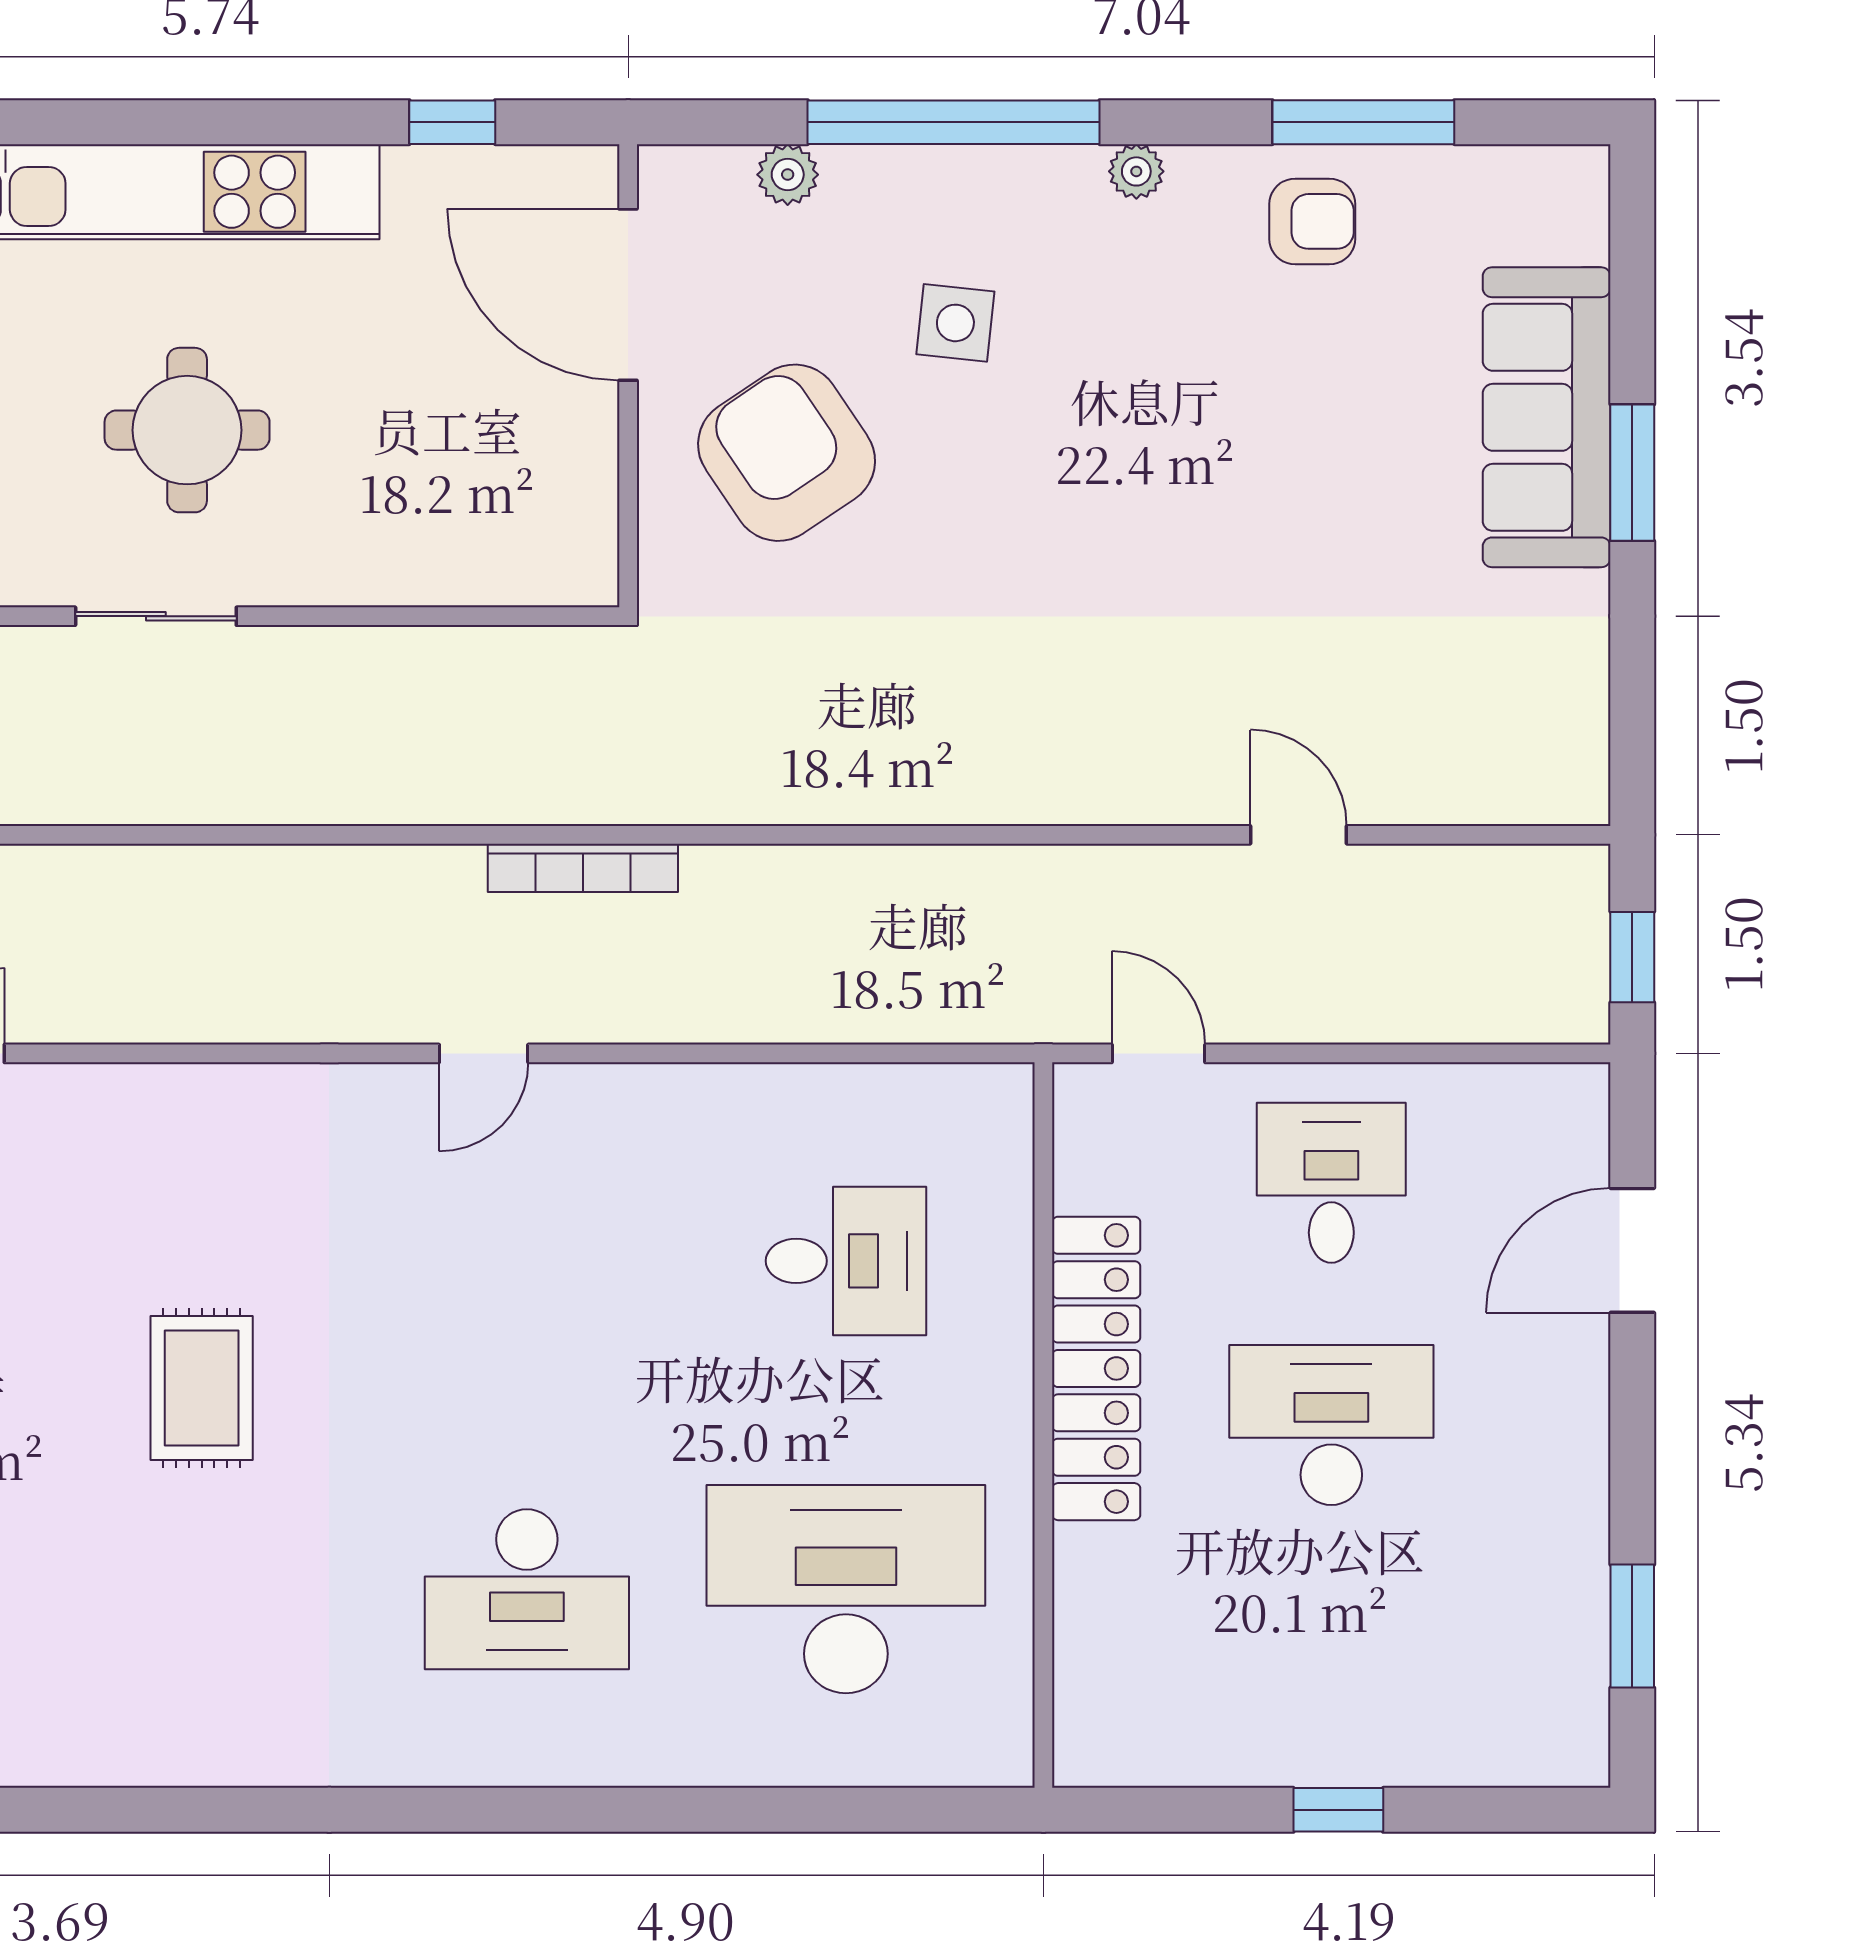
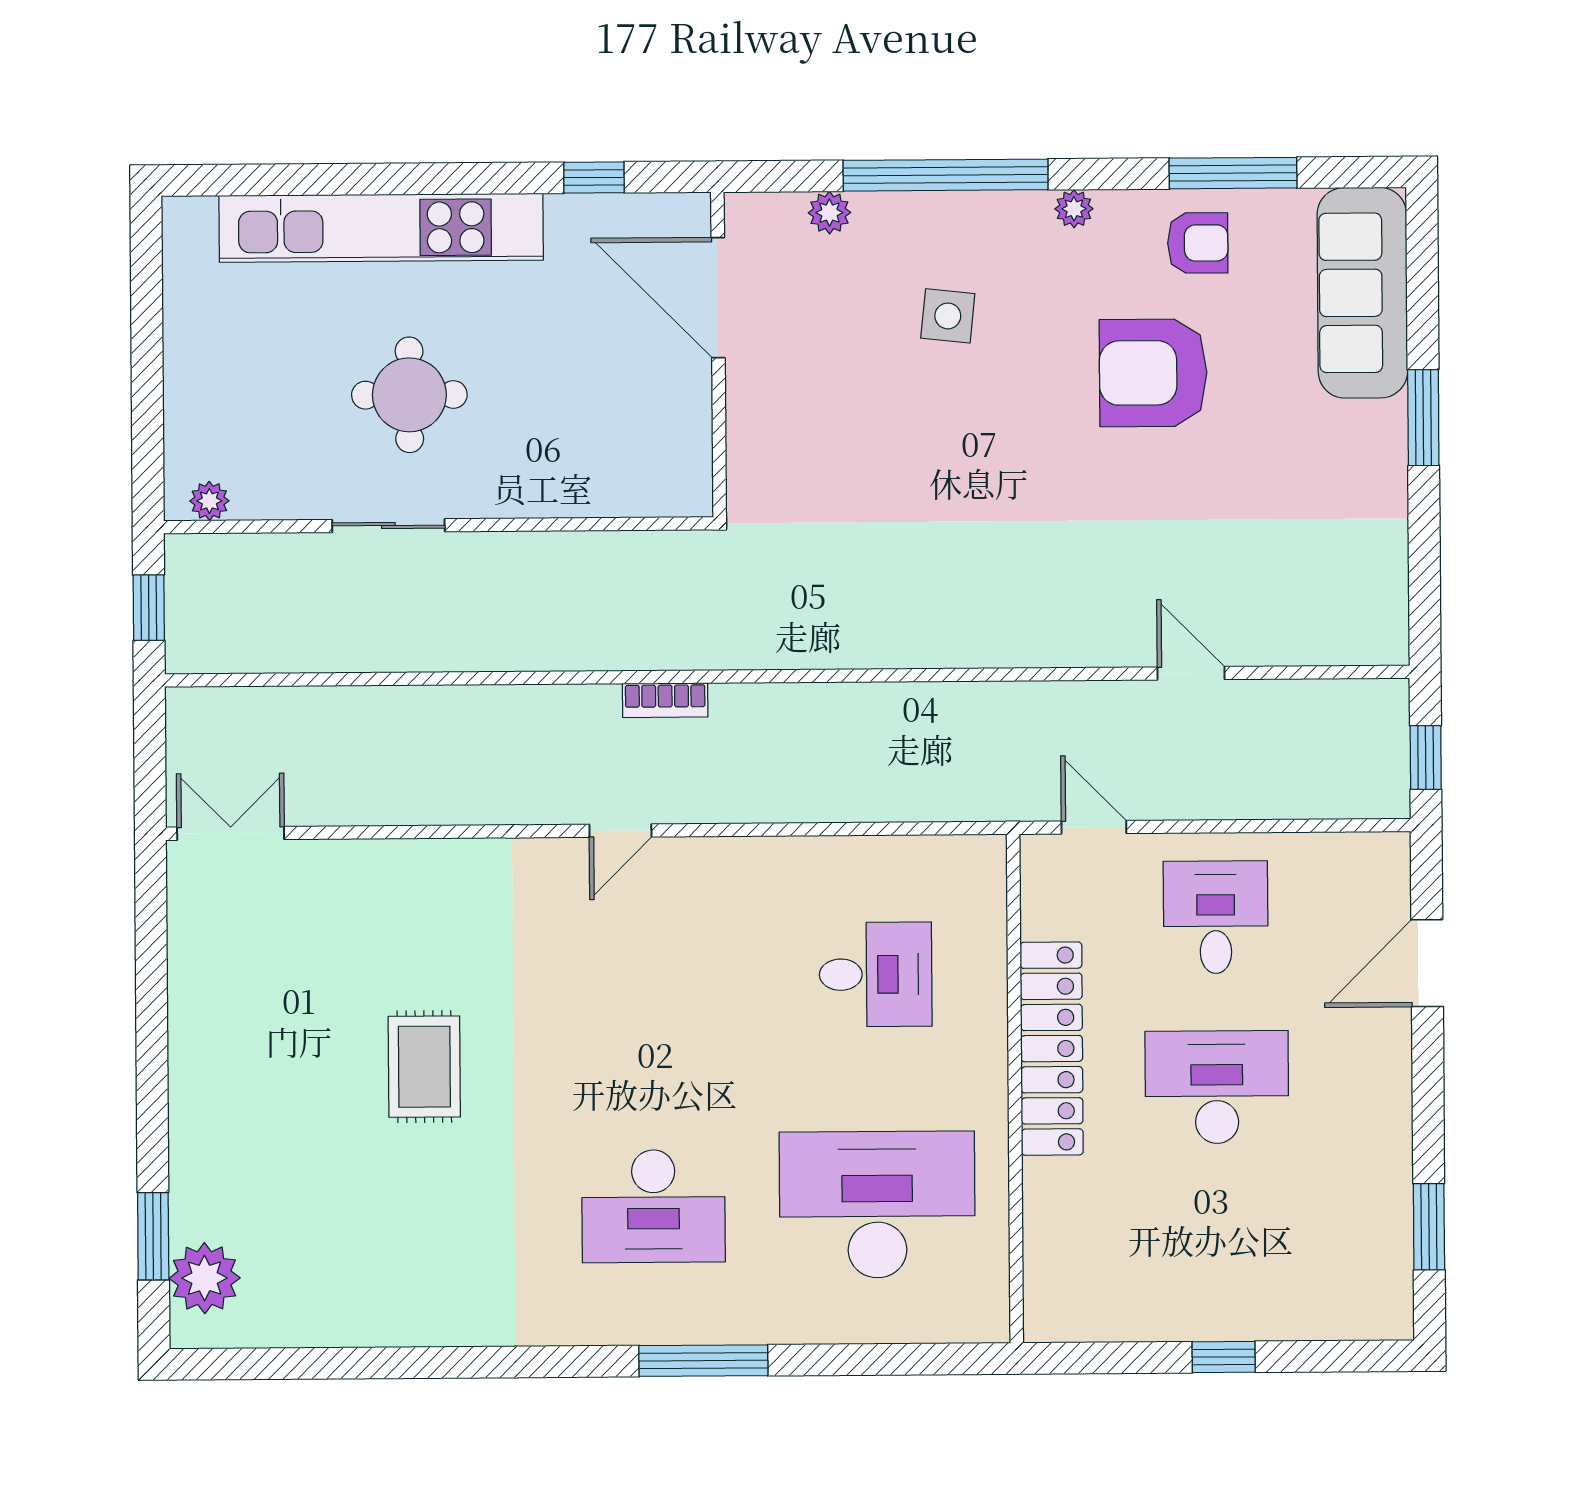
sofa: (1547, 417) -> (1362, 293), moved
armchair: (787, 453) -> (1153, 373), moved, turned -56
bookcase: (583, 868) -> (665, 700), width x0.64
window: (596, 1810) -> (703, 1361), added

